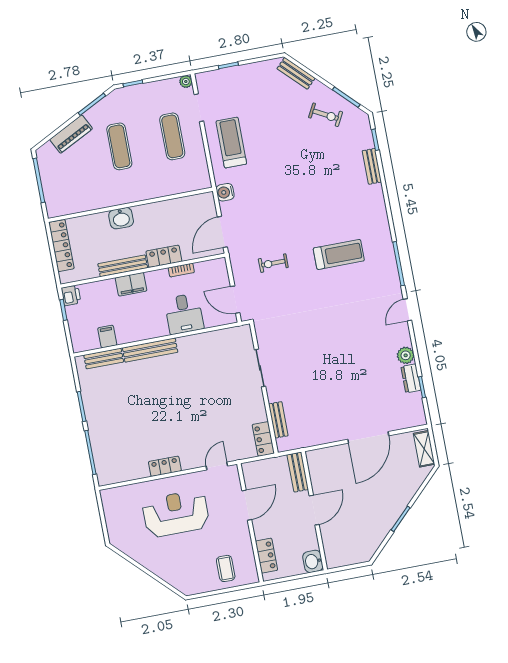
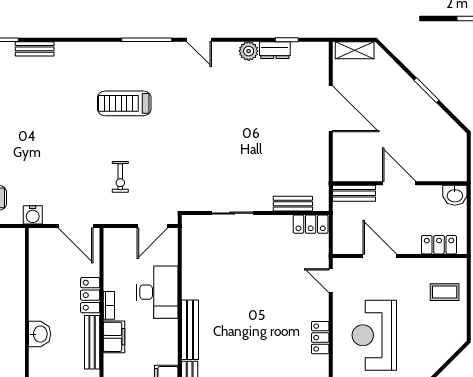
treadmill: (339, 254) -> (124, 103), turned -90
bookcase: (181, 270) -> (109, 305), moved
desk: (184, 314) -> (157, 292), width x1.37

